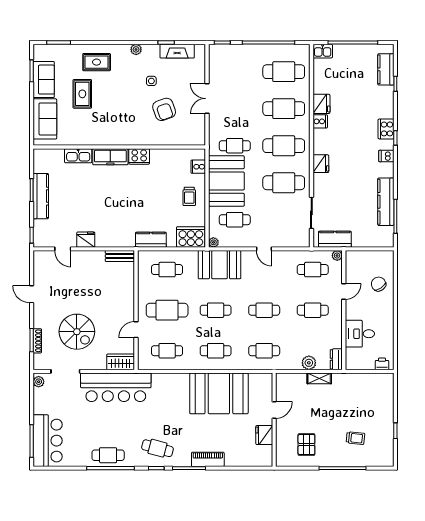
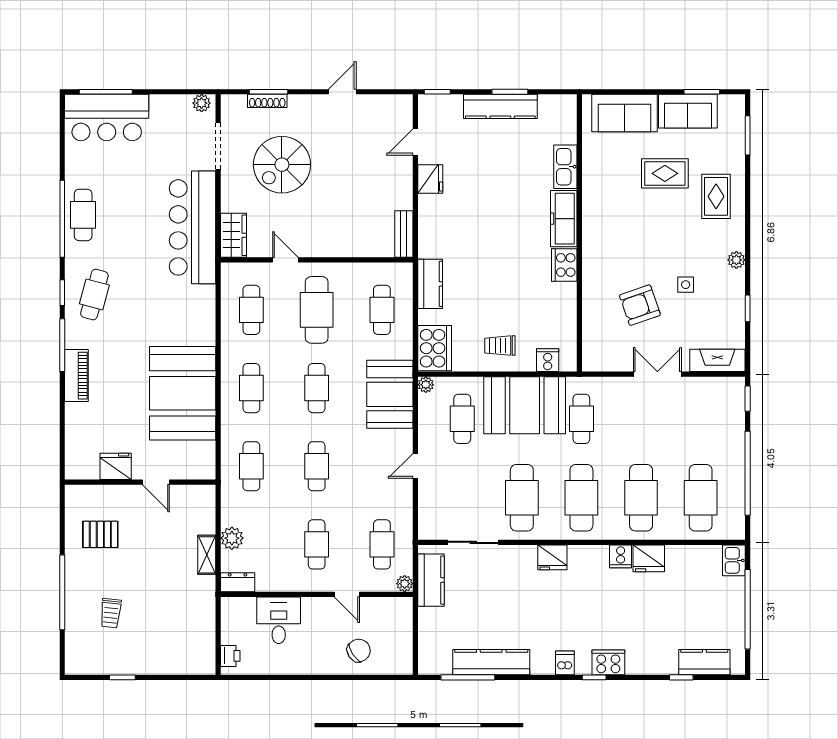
fireplace: (177, 51) -> (717, 360), moved, turned 90

